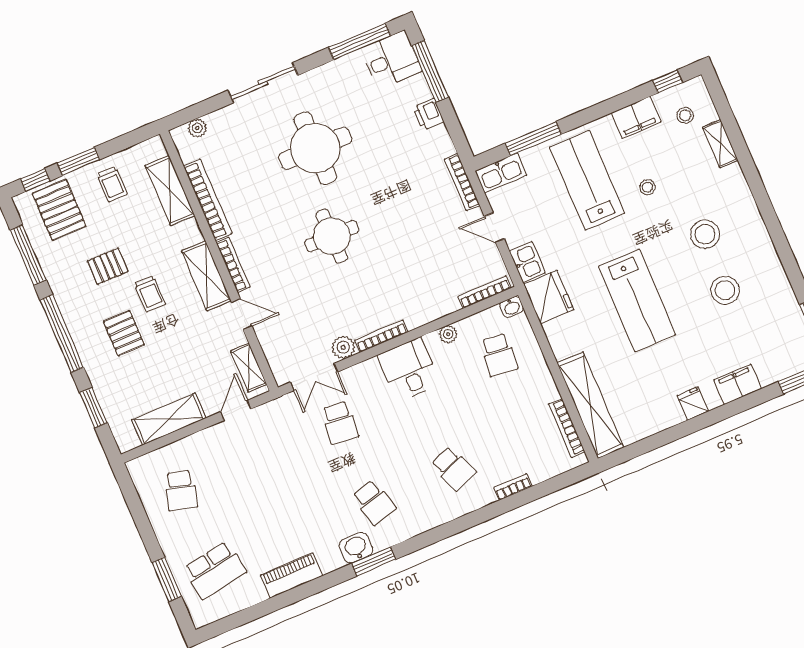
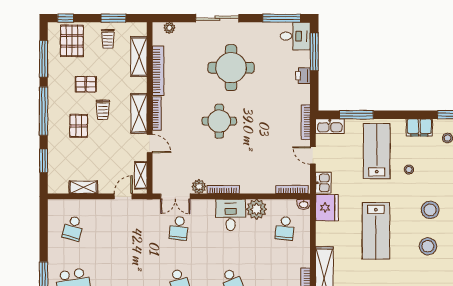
window: (78, 161) -> (113, 18), moved
plant: (448, 334) -> (257, 209), width x1.87, depth x1.87
shelving: (169, 419) -> (83, 187), width x0.67, depth x0.75

